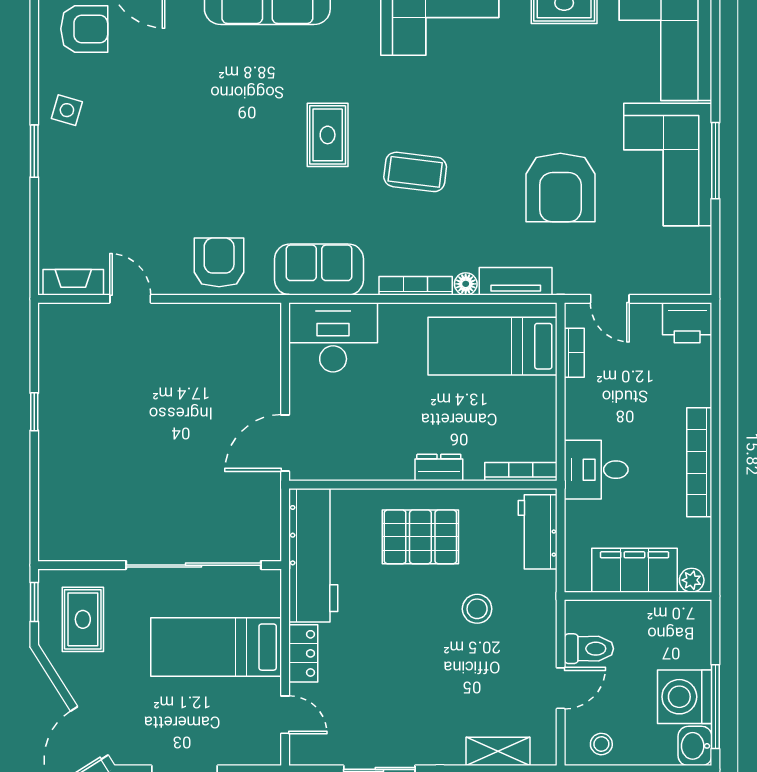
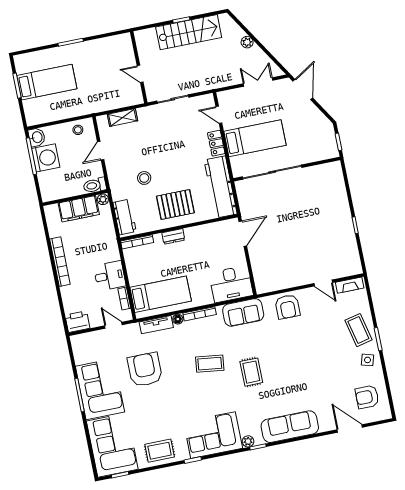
coffee table: (74, 180) -> (358, 330), added
desk: (596, 470) -> (110, 276), moved
plant: (692, 580) -> (103, 199), moved
rug: (83, 619) -> (316, 139), removed
toilet: (589, 649) -> (95, 185), moved

